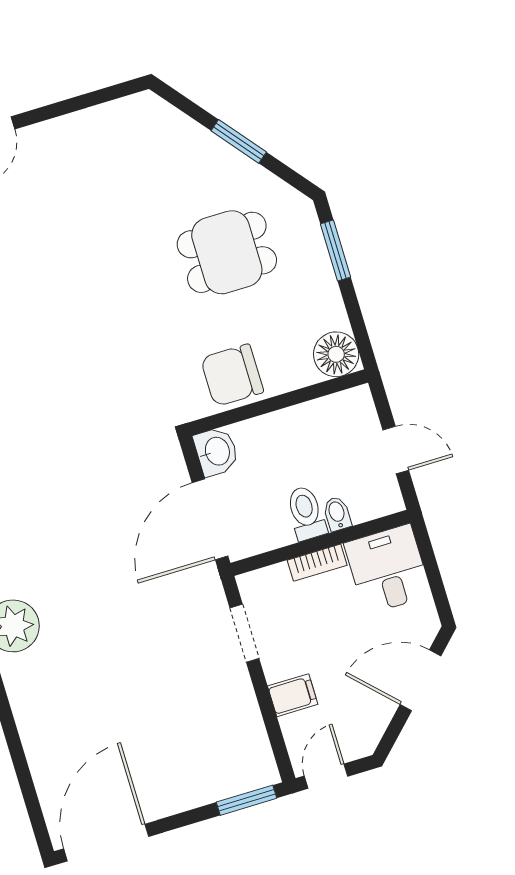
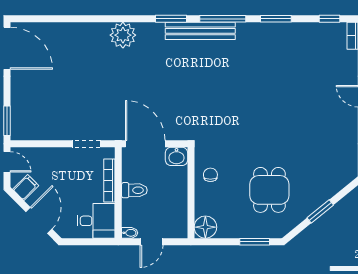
chair: (232, 375) -> (210, 175), width x0.54, depth x0.54
bidet: (337, 514) -> (130, 233), moved
bookcase: (317, 563) -> (109, 180), width x1.56
filing cabinet: (293, 695) -> (26, 187), moved, turned -135

